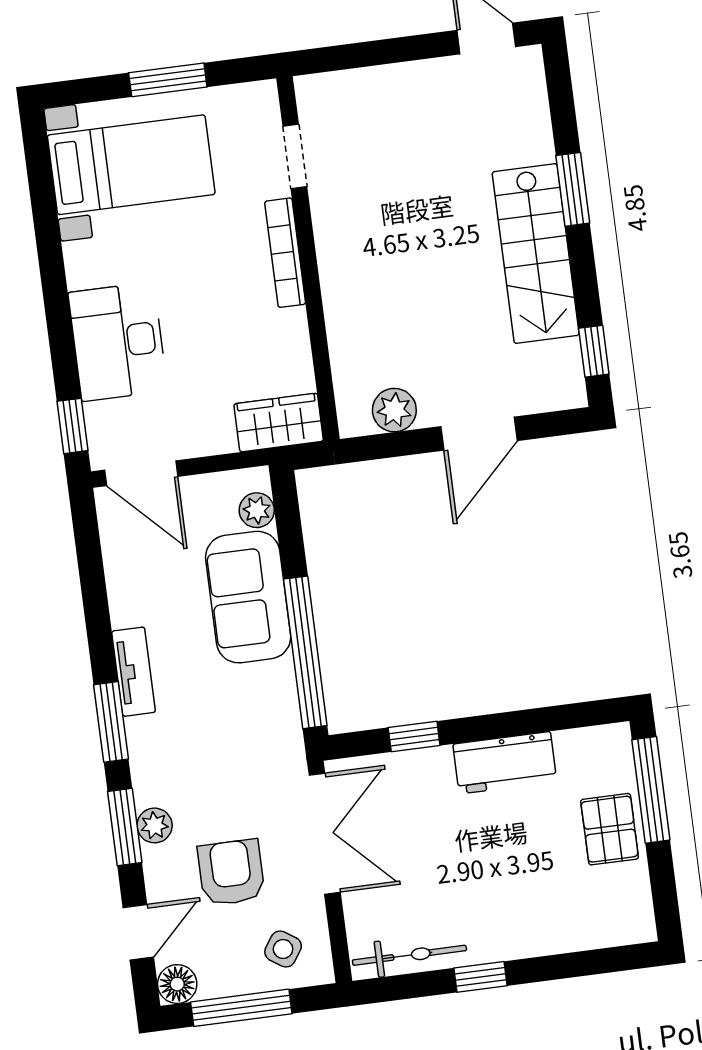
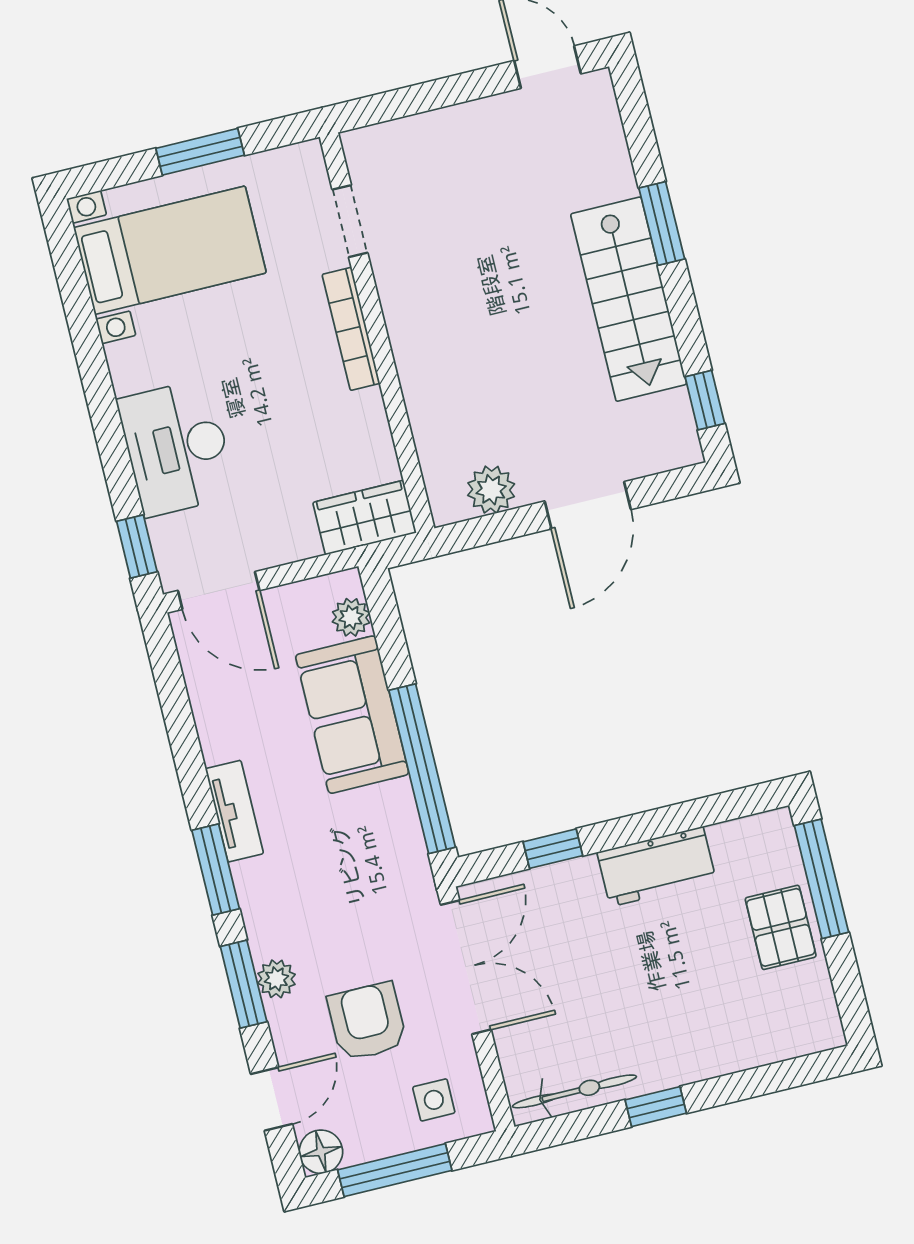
side table: (283, 949) -> (434, 1100), turned -34

